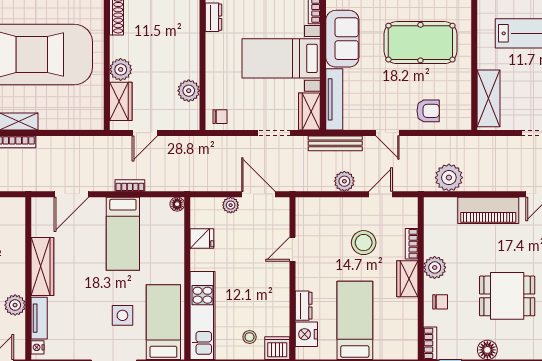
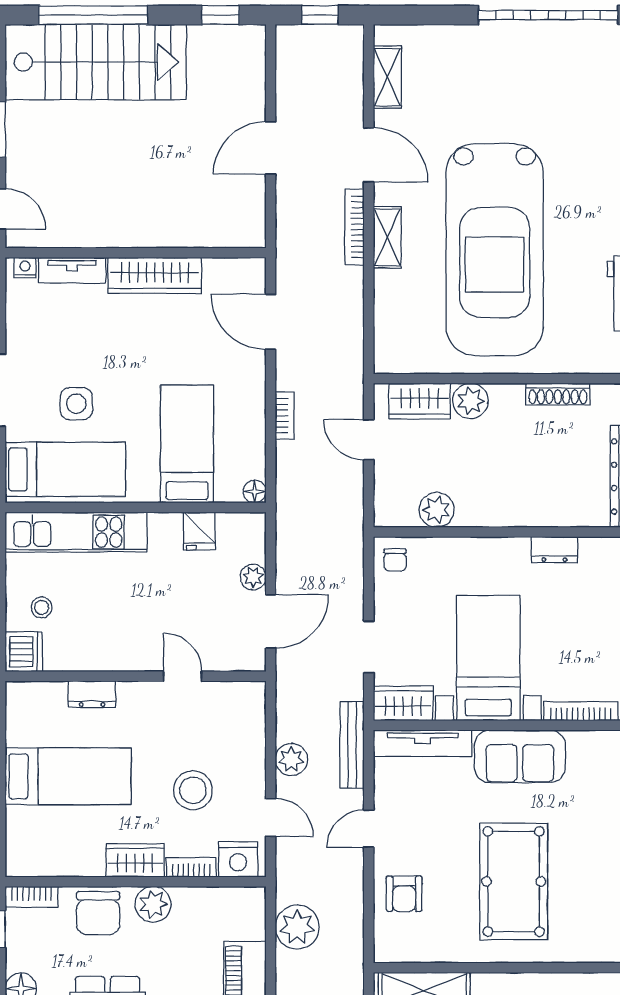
bed: (123, 234) -> (187, 444), moved, turned 90
chair: (440, 302) -> (98, 913), width x1.87, depth x1.87
plant: (15, 305) -> (93, 232), removed
nightstand: (306, 334) -> (238, 859), moved, turned 180

